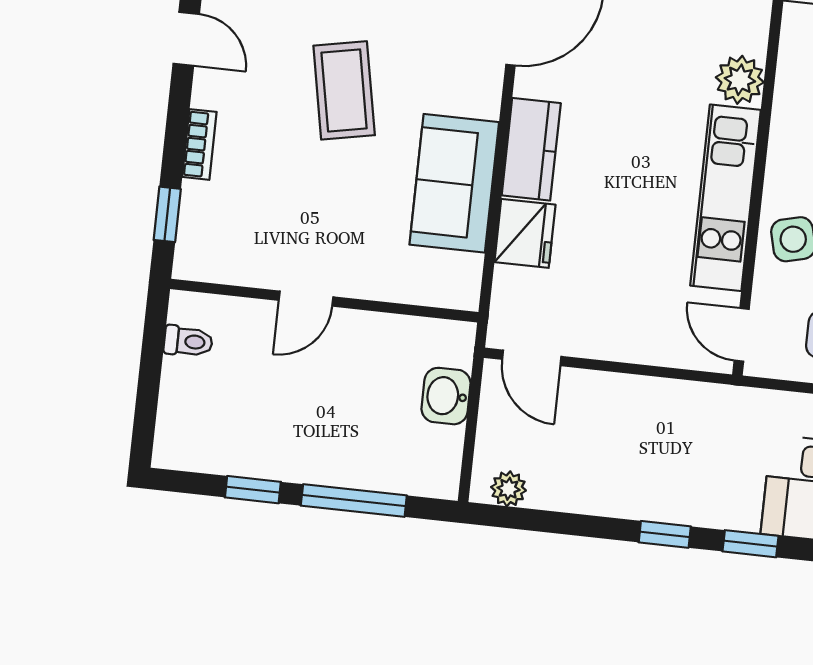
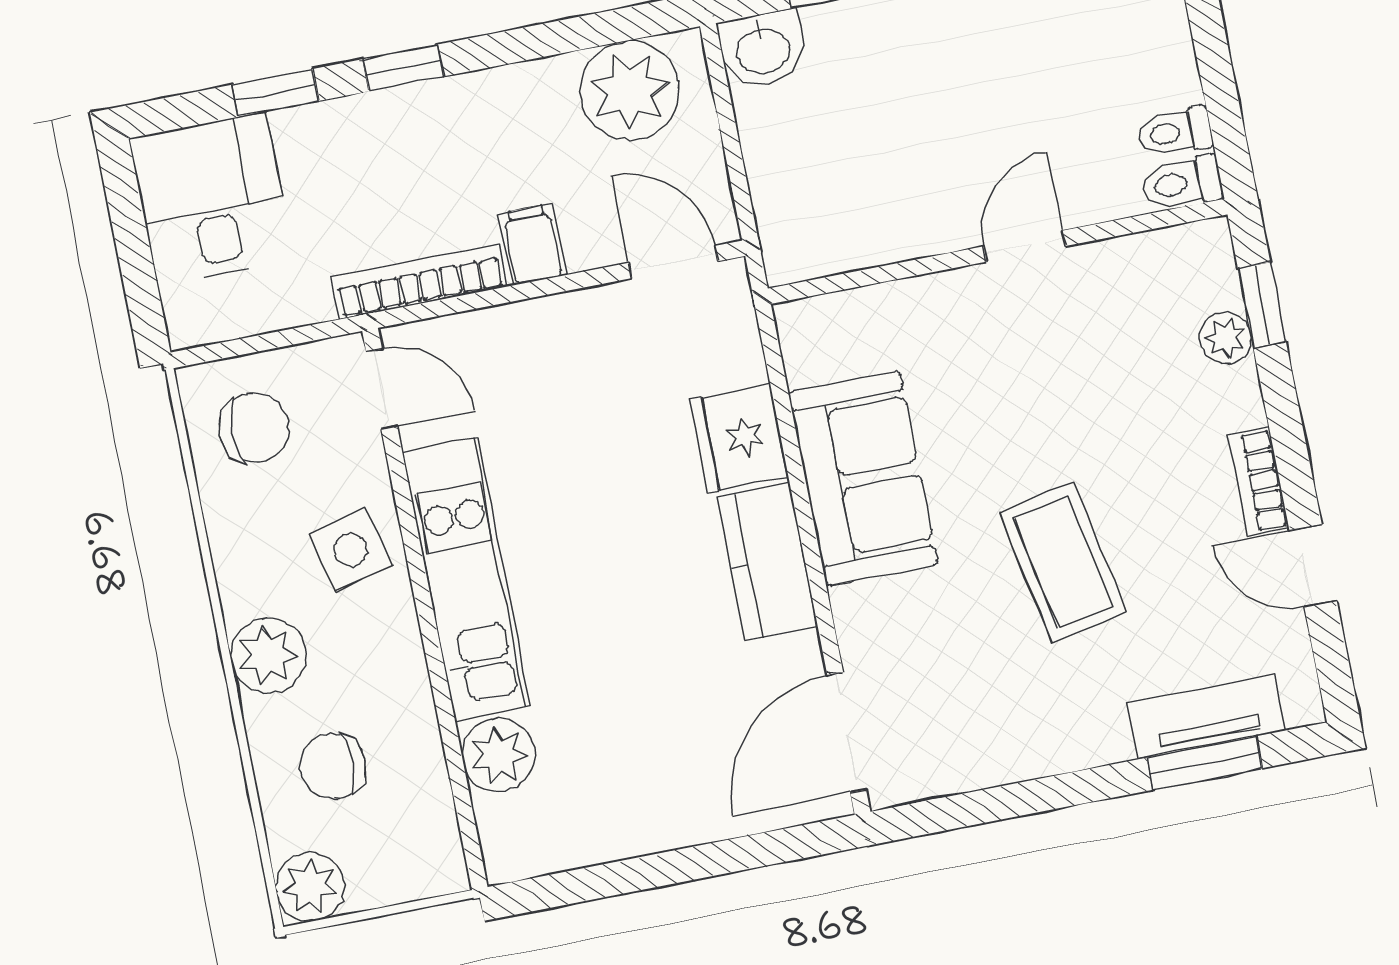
bookcase: (199, 144) -> (1259, 481), moved
plant: (197, 201) -> (1225, 338), added
toilet: (194, 308) -> (1182, 183), added
washbasin: (446, 396) -> (763, 49), moved, turned 90
bookcase: (697, 396) -> (419, 282), added
filing cabinet: (618, 397) -> (532, 244), added
plant: (509, 489) -> (630, 91), width x1.87, depth x1.87

